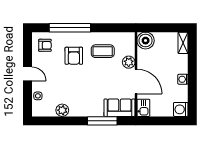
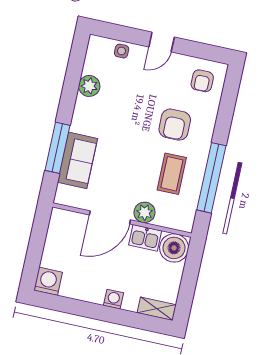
window: (70, 28) -> (211, 178), moved
armchair: (74, 56) -> (175, 125), turned -90
washing machine: (183, 79) -> (113, 299), moved
sofa: (119, 108) -> (77, 160), moved
kitchen sink: (143, 108) -> (145, 238), moved

